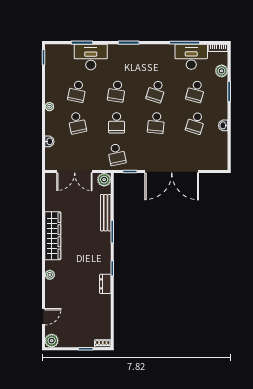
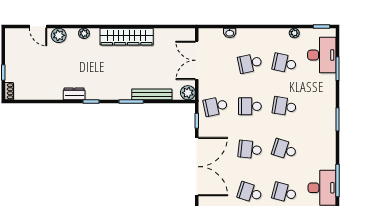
desk: (91, 57) -> (322, 55), moved
plant: (49, 107) -> (294, 33), moved
double door: (172, 172) -> (197, 167), swing flipped
plant: (52, 341) -> (59, 35), moved

